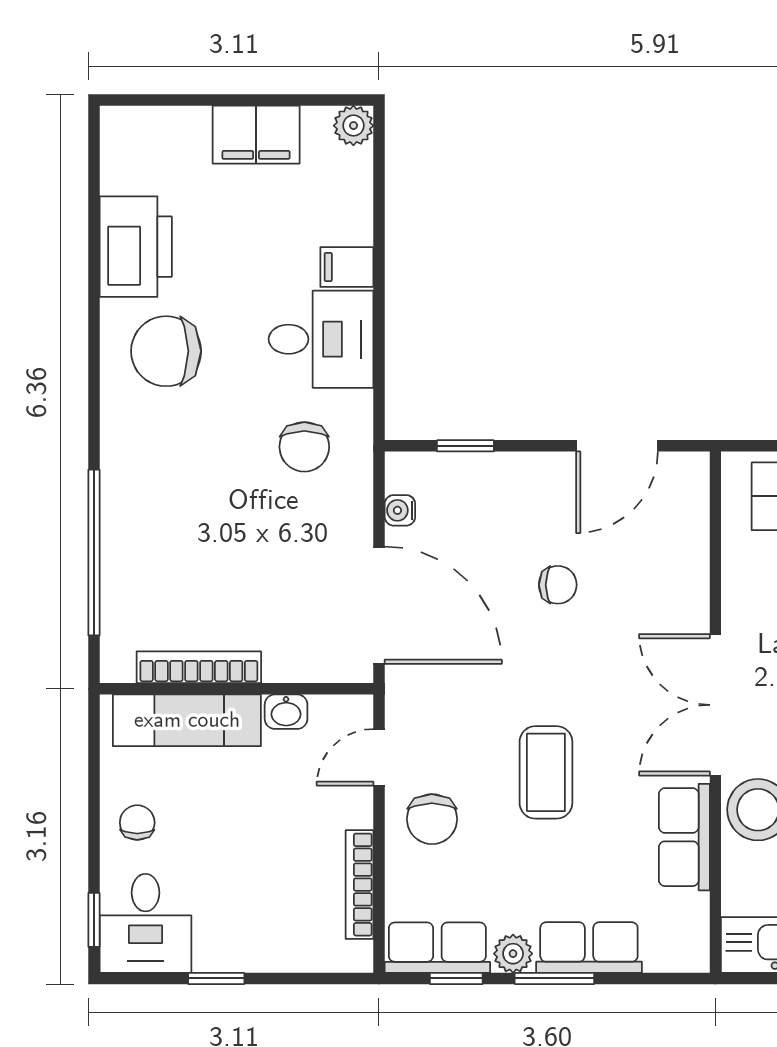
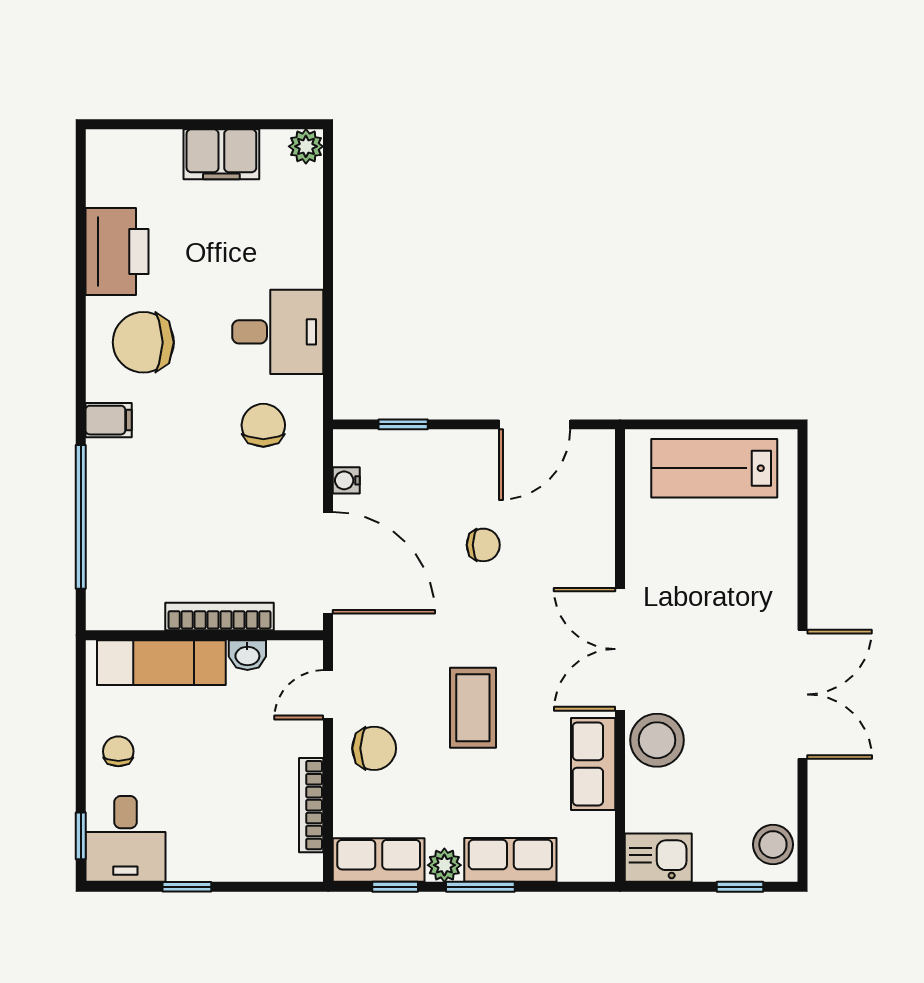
filing cabinet: (347, 267) -> (109, 420), moved, turned 180
chair: (304, 447) -> (263, 425), turned 180
bookcase: (199, 667) -> (220, 617), moved
chair: (432, 819) -> (374, 748), turned -90

